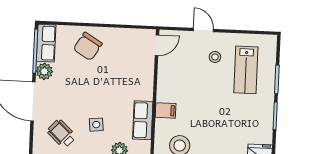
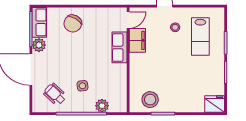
filing cabinet: (166, 110) -> (137, 40), moved, width x2.00
row of seats: (143, 120) -> (120, 47), moved

